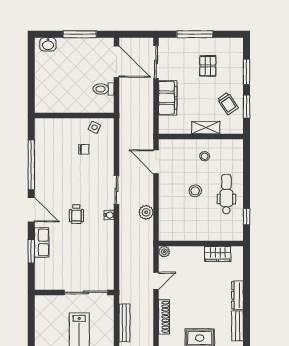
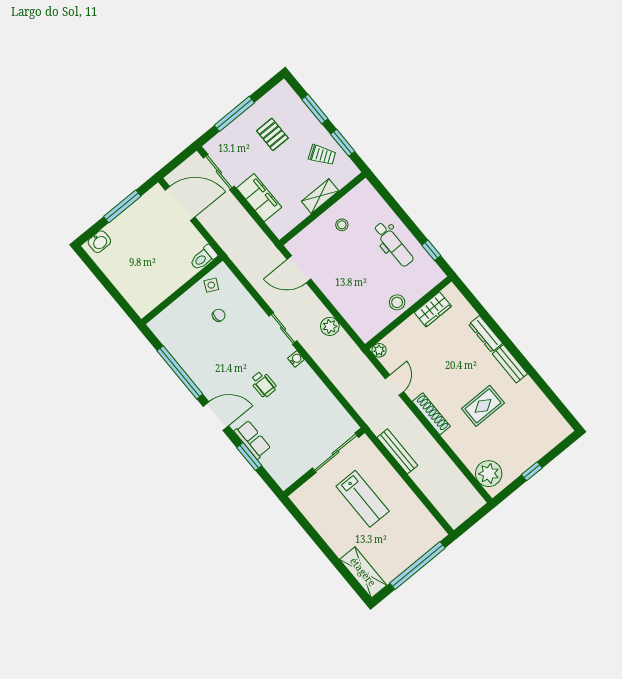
toilet: (103, 89) -> (203, 258), moved
stool: (195, 191) -> (397, 302), moved
dental chair: (226, 194) -> (393, 244), turned 180

